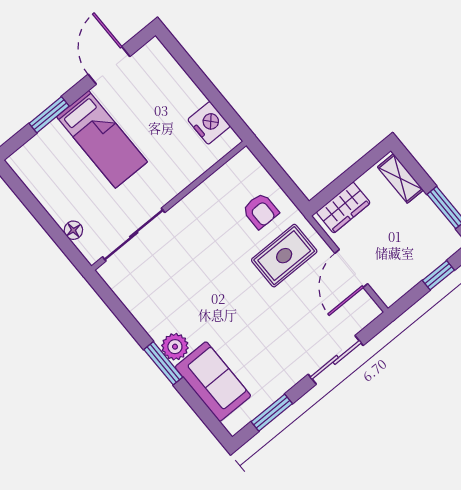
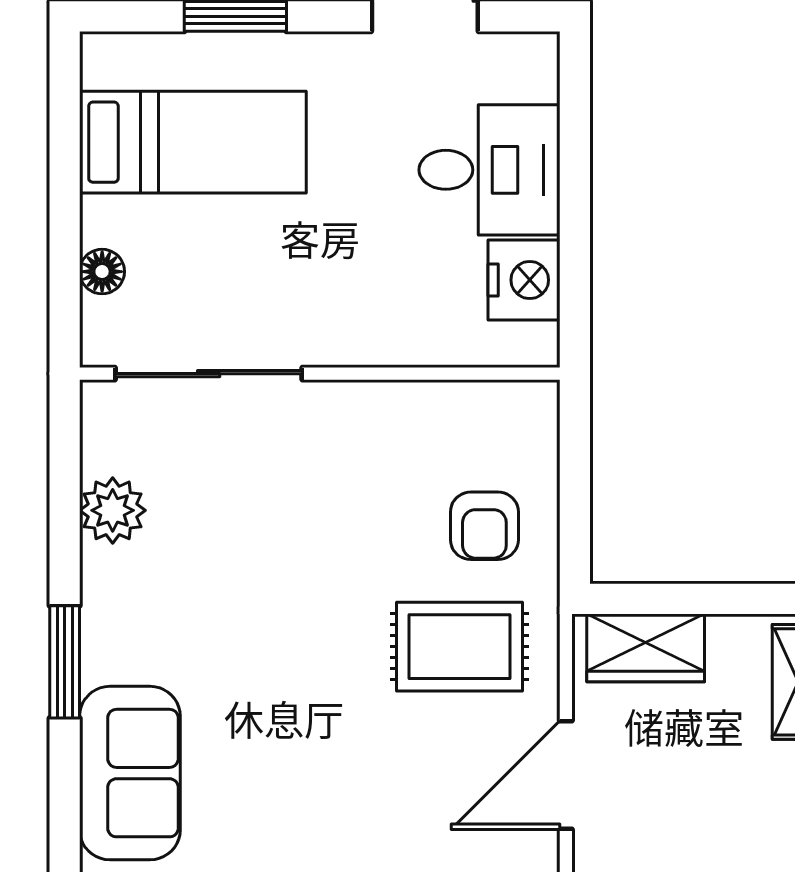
desk: (169, 97) -> (490, 170), added
bed: (102, 139) -> (193, 142), moved, turned -90
plant: (175, 347) -> (113, 510), moved

